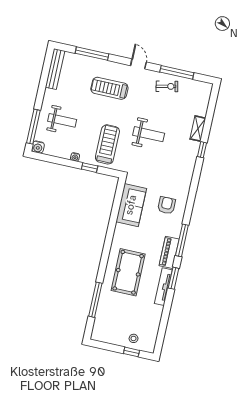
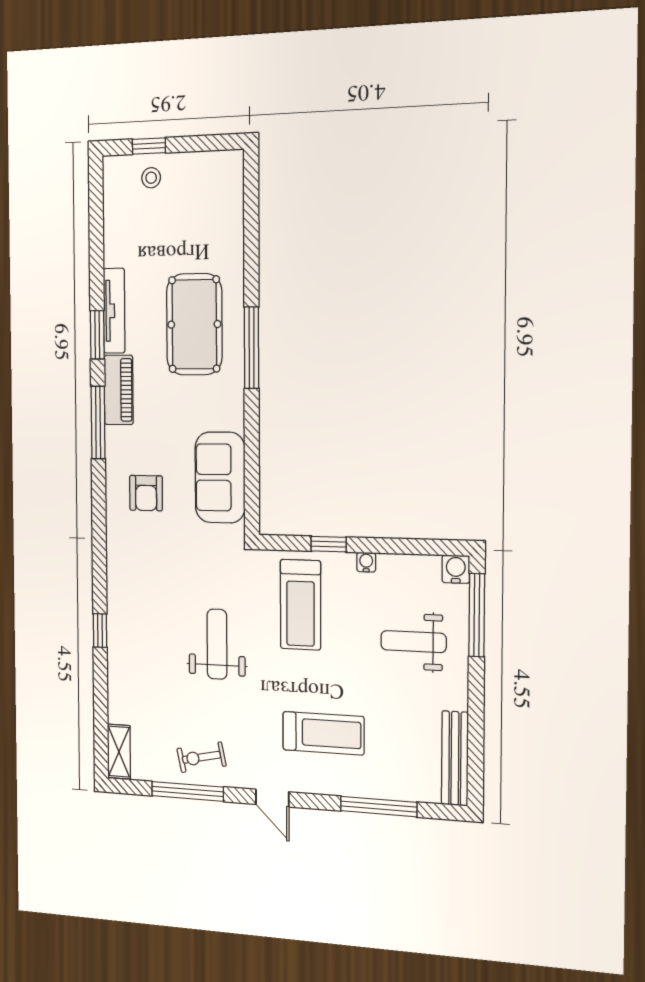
shelving: (198, 129) -> (119, 752), moved
weight bench: (149, 134) -> (217, 644), turned 90
window: (95, 300) -> (252, 348), moved

